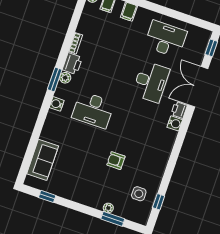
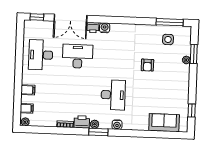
window: (159, 202) -> (170, 22), width x2.17

